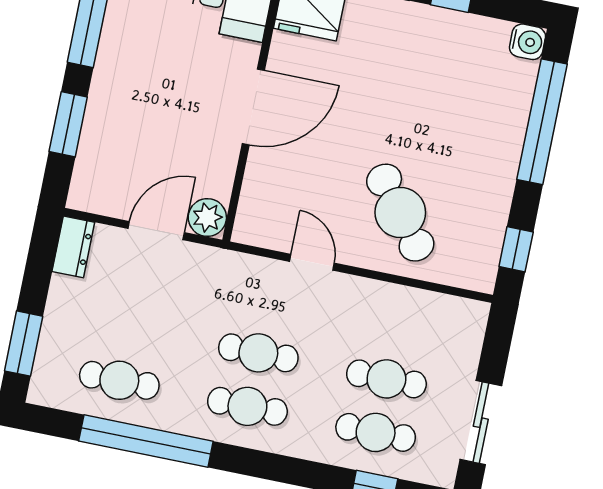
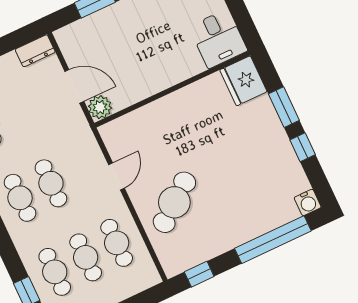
door: (253, 107) -> (173, 89), removed
cafe table: (397, 325) -> (117, 243), added

